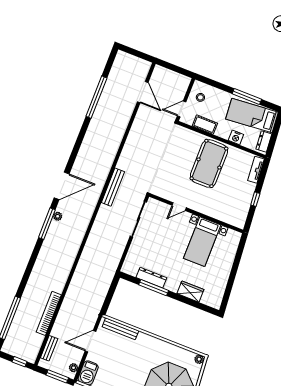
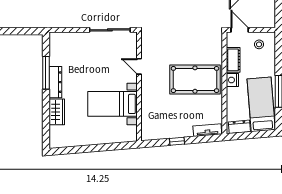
nightstand: (236, 137) -> (232, 80), moved
dresser: (151, 278) -> (55, 82), moved

